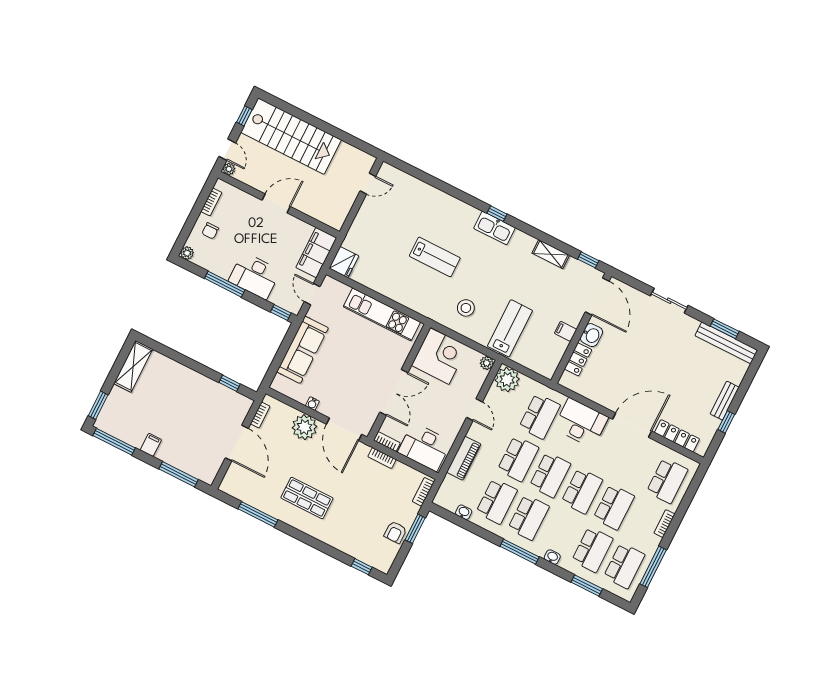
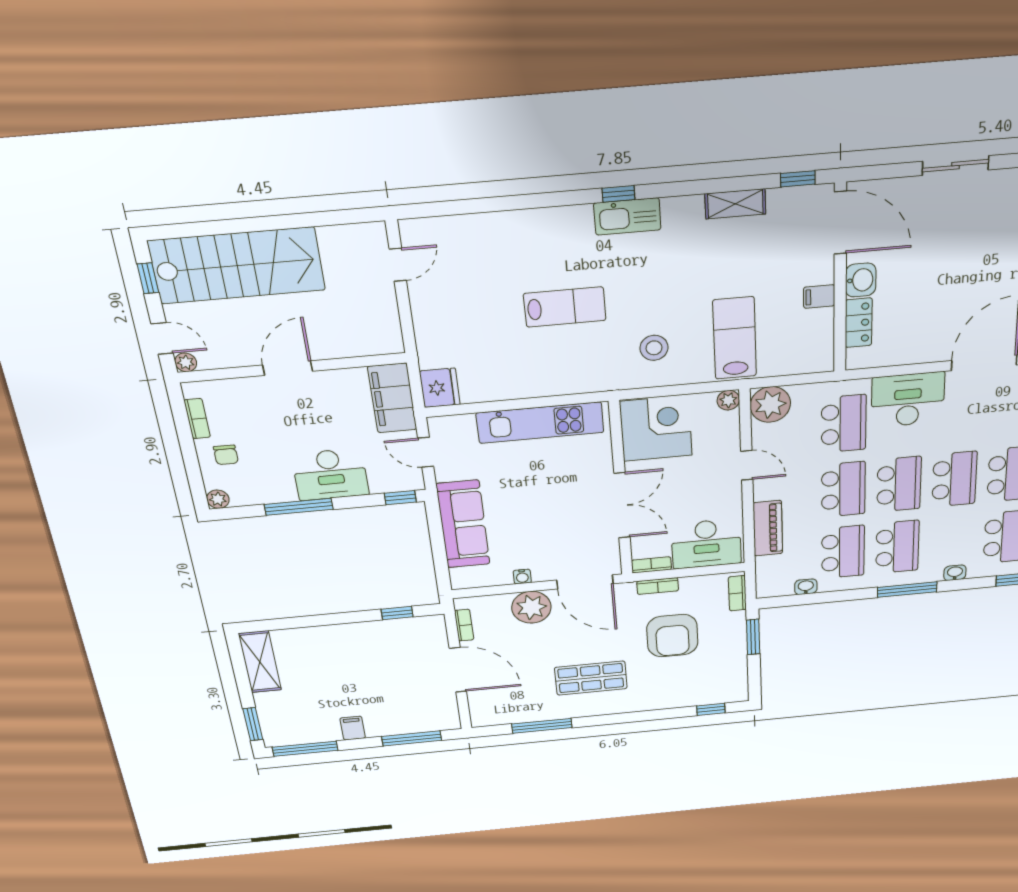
armchair: (395, 532) -> (672, 636), moved, width x1.88, depth x1.88

